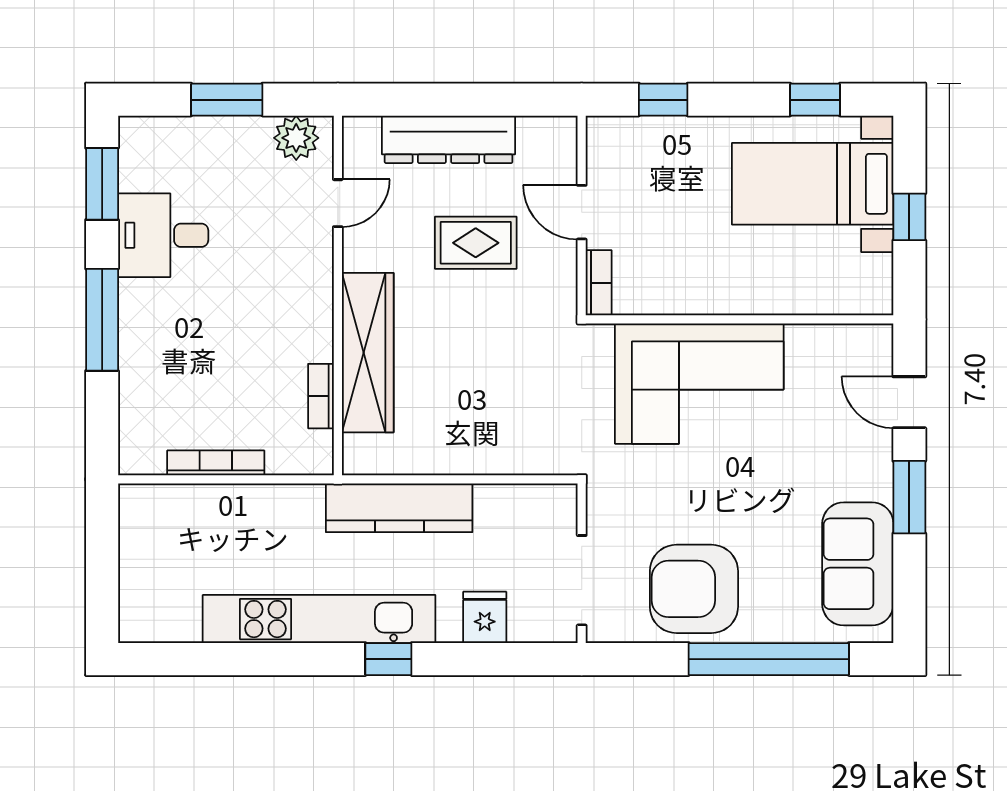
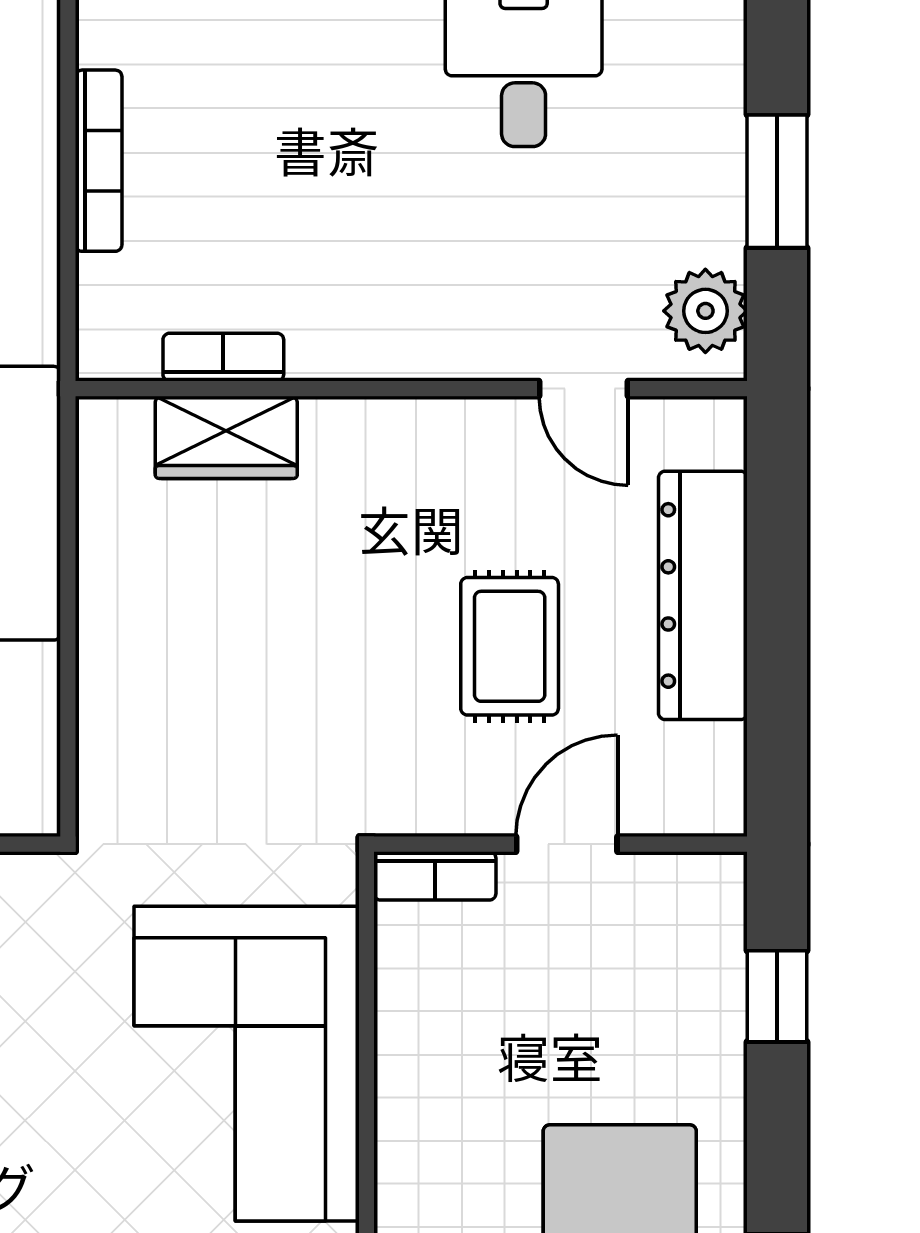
wardrobe: (368, 353) -> (226, 437), width x0.48, depth x0.85

